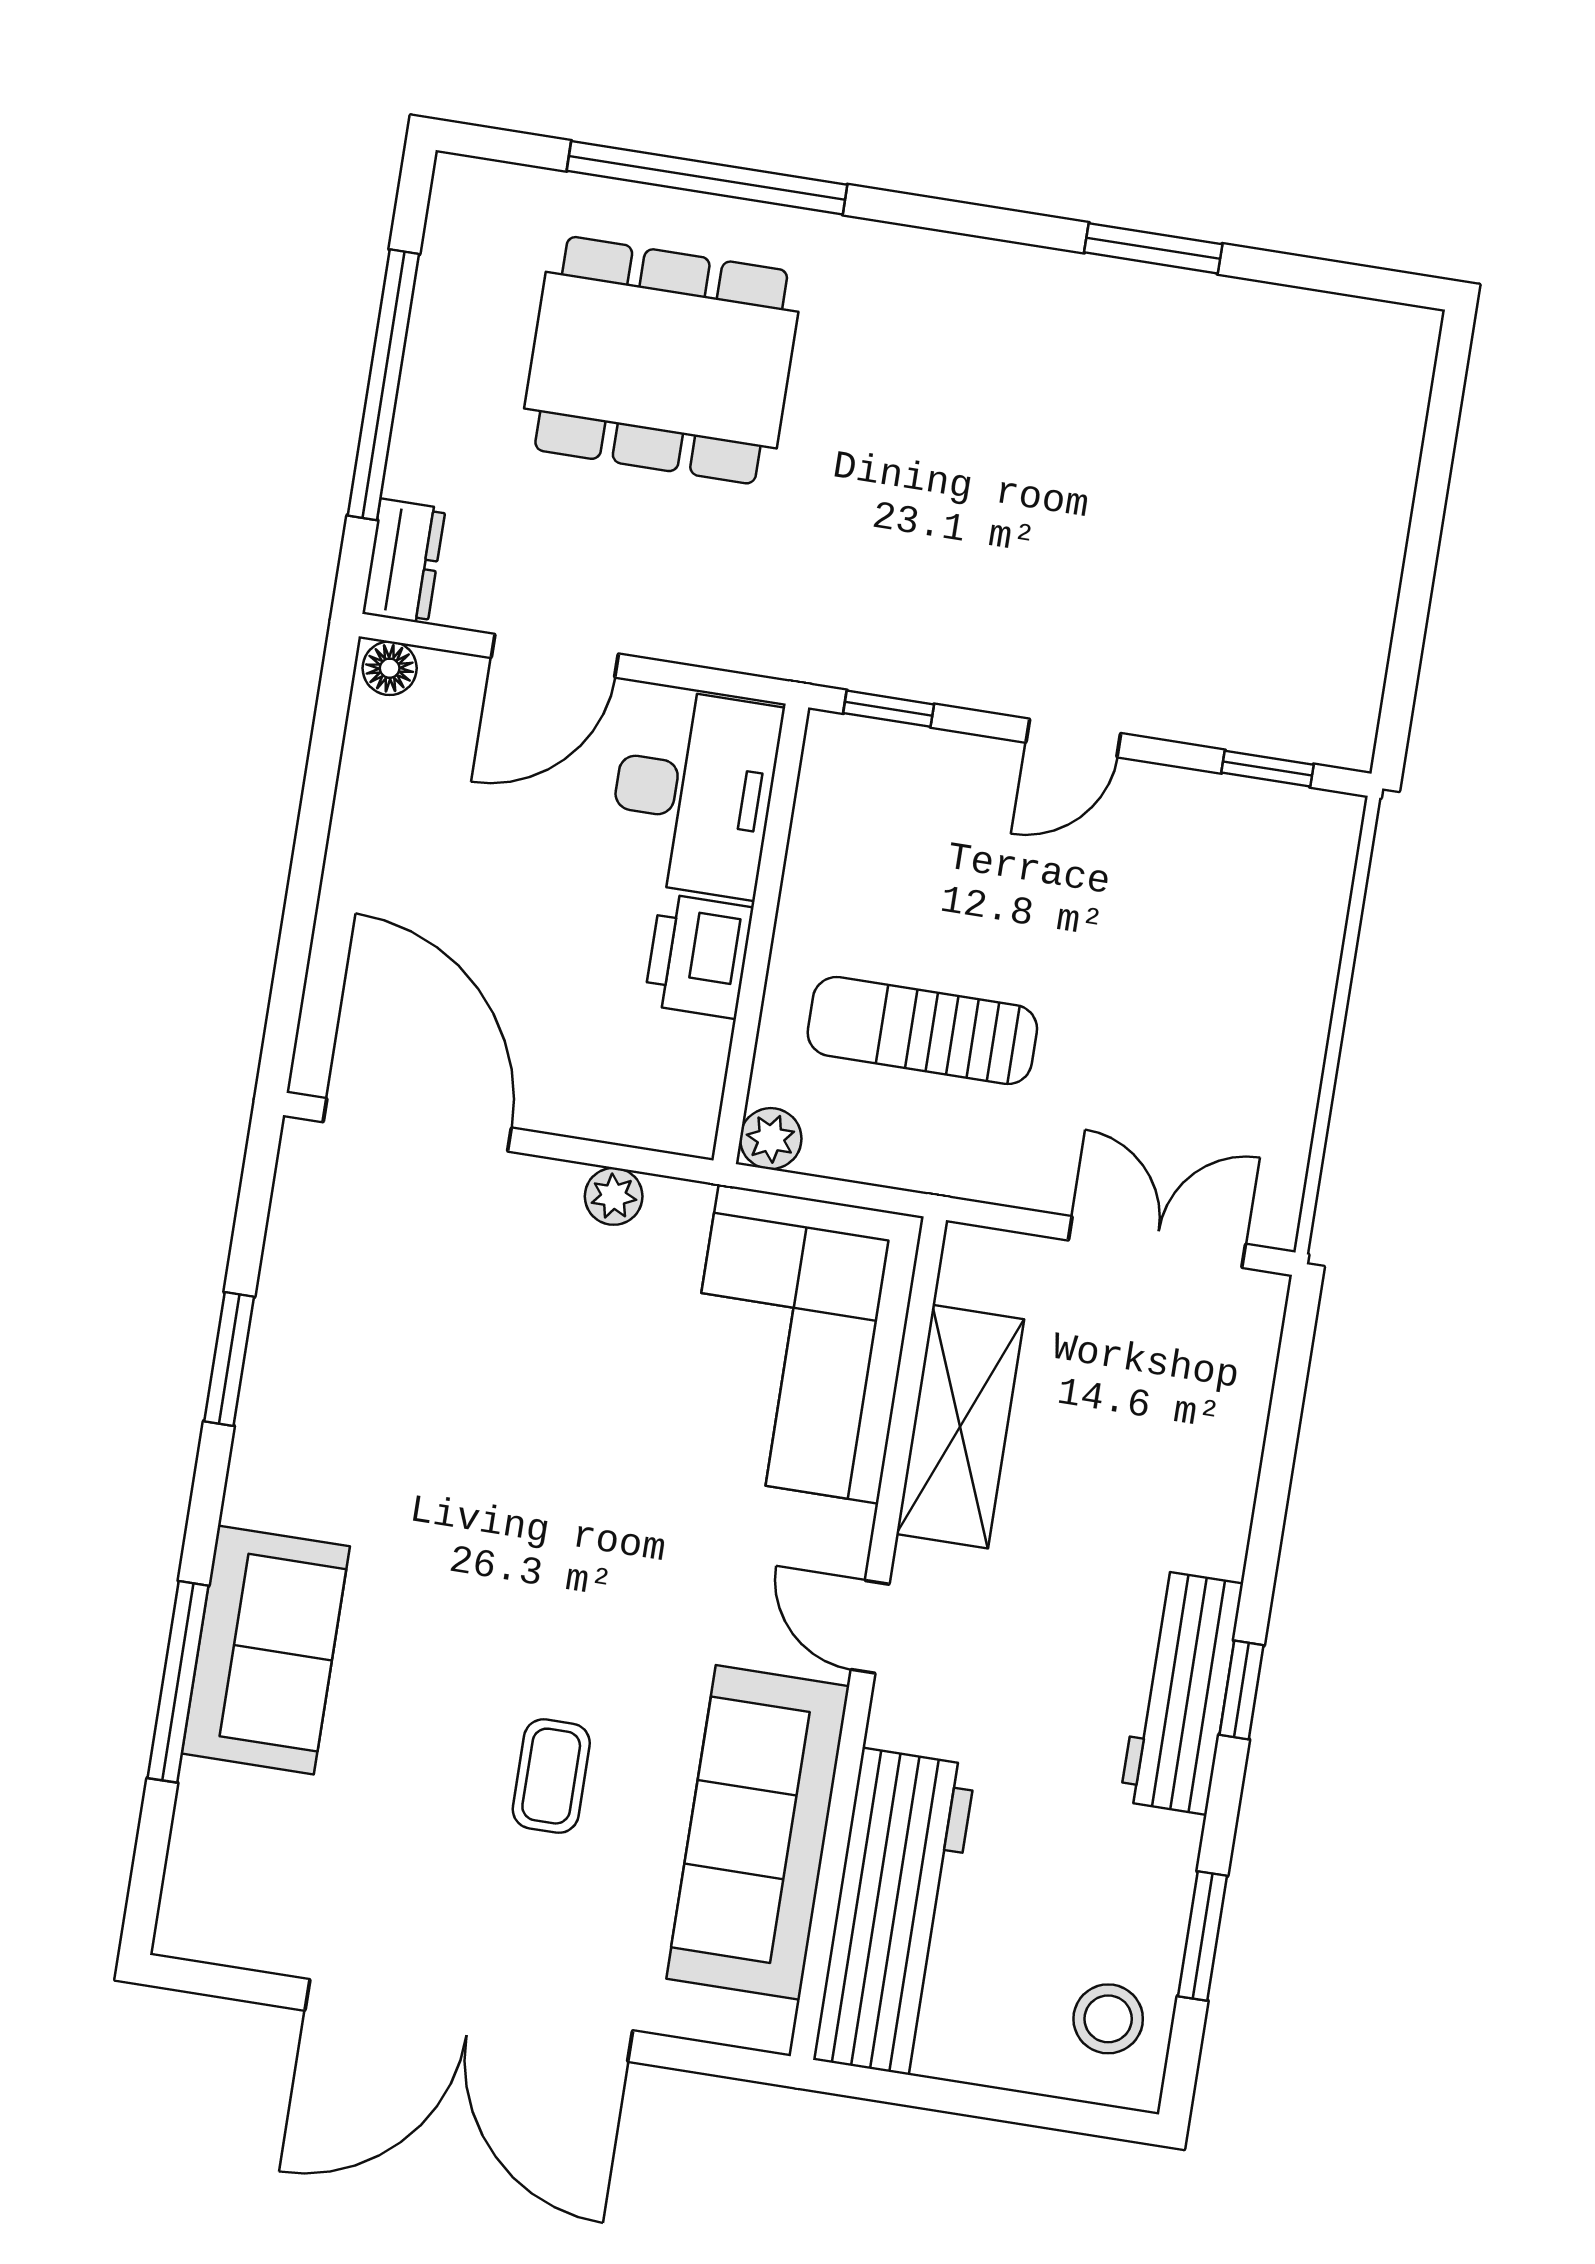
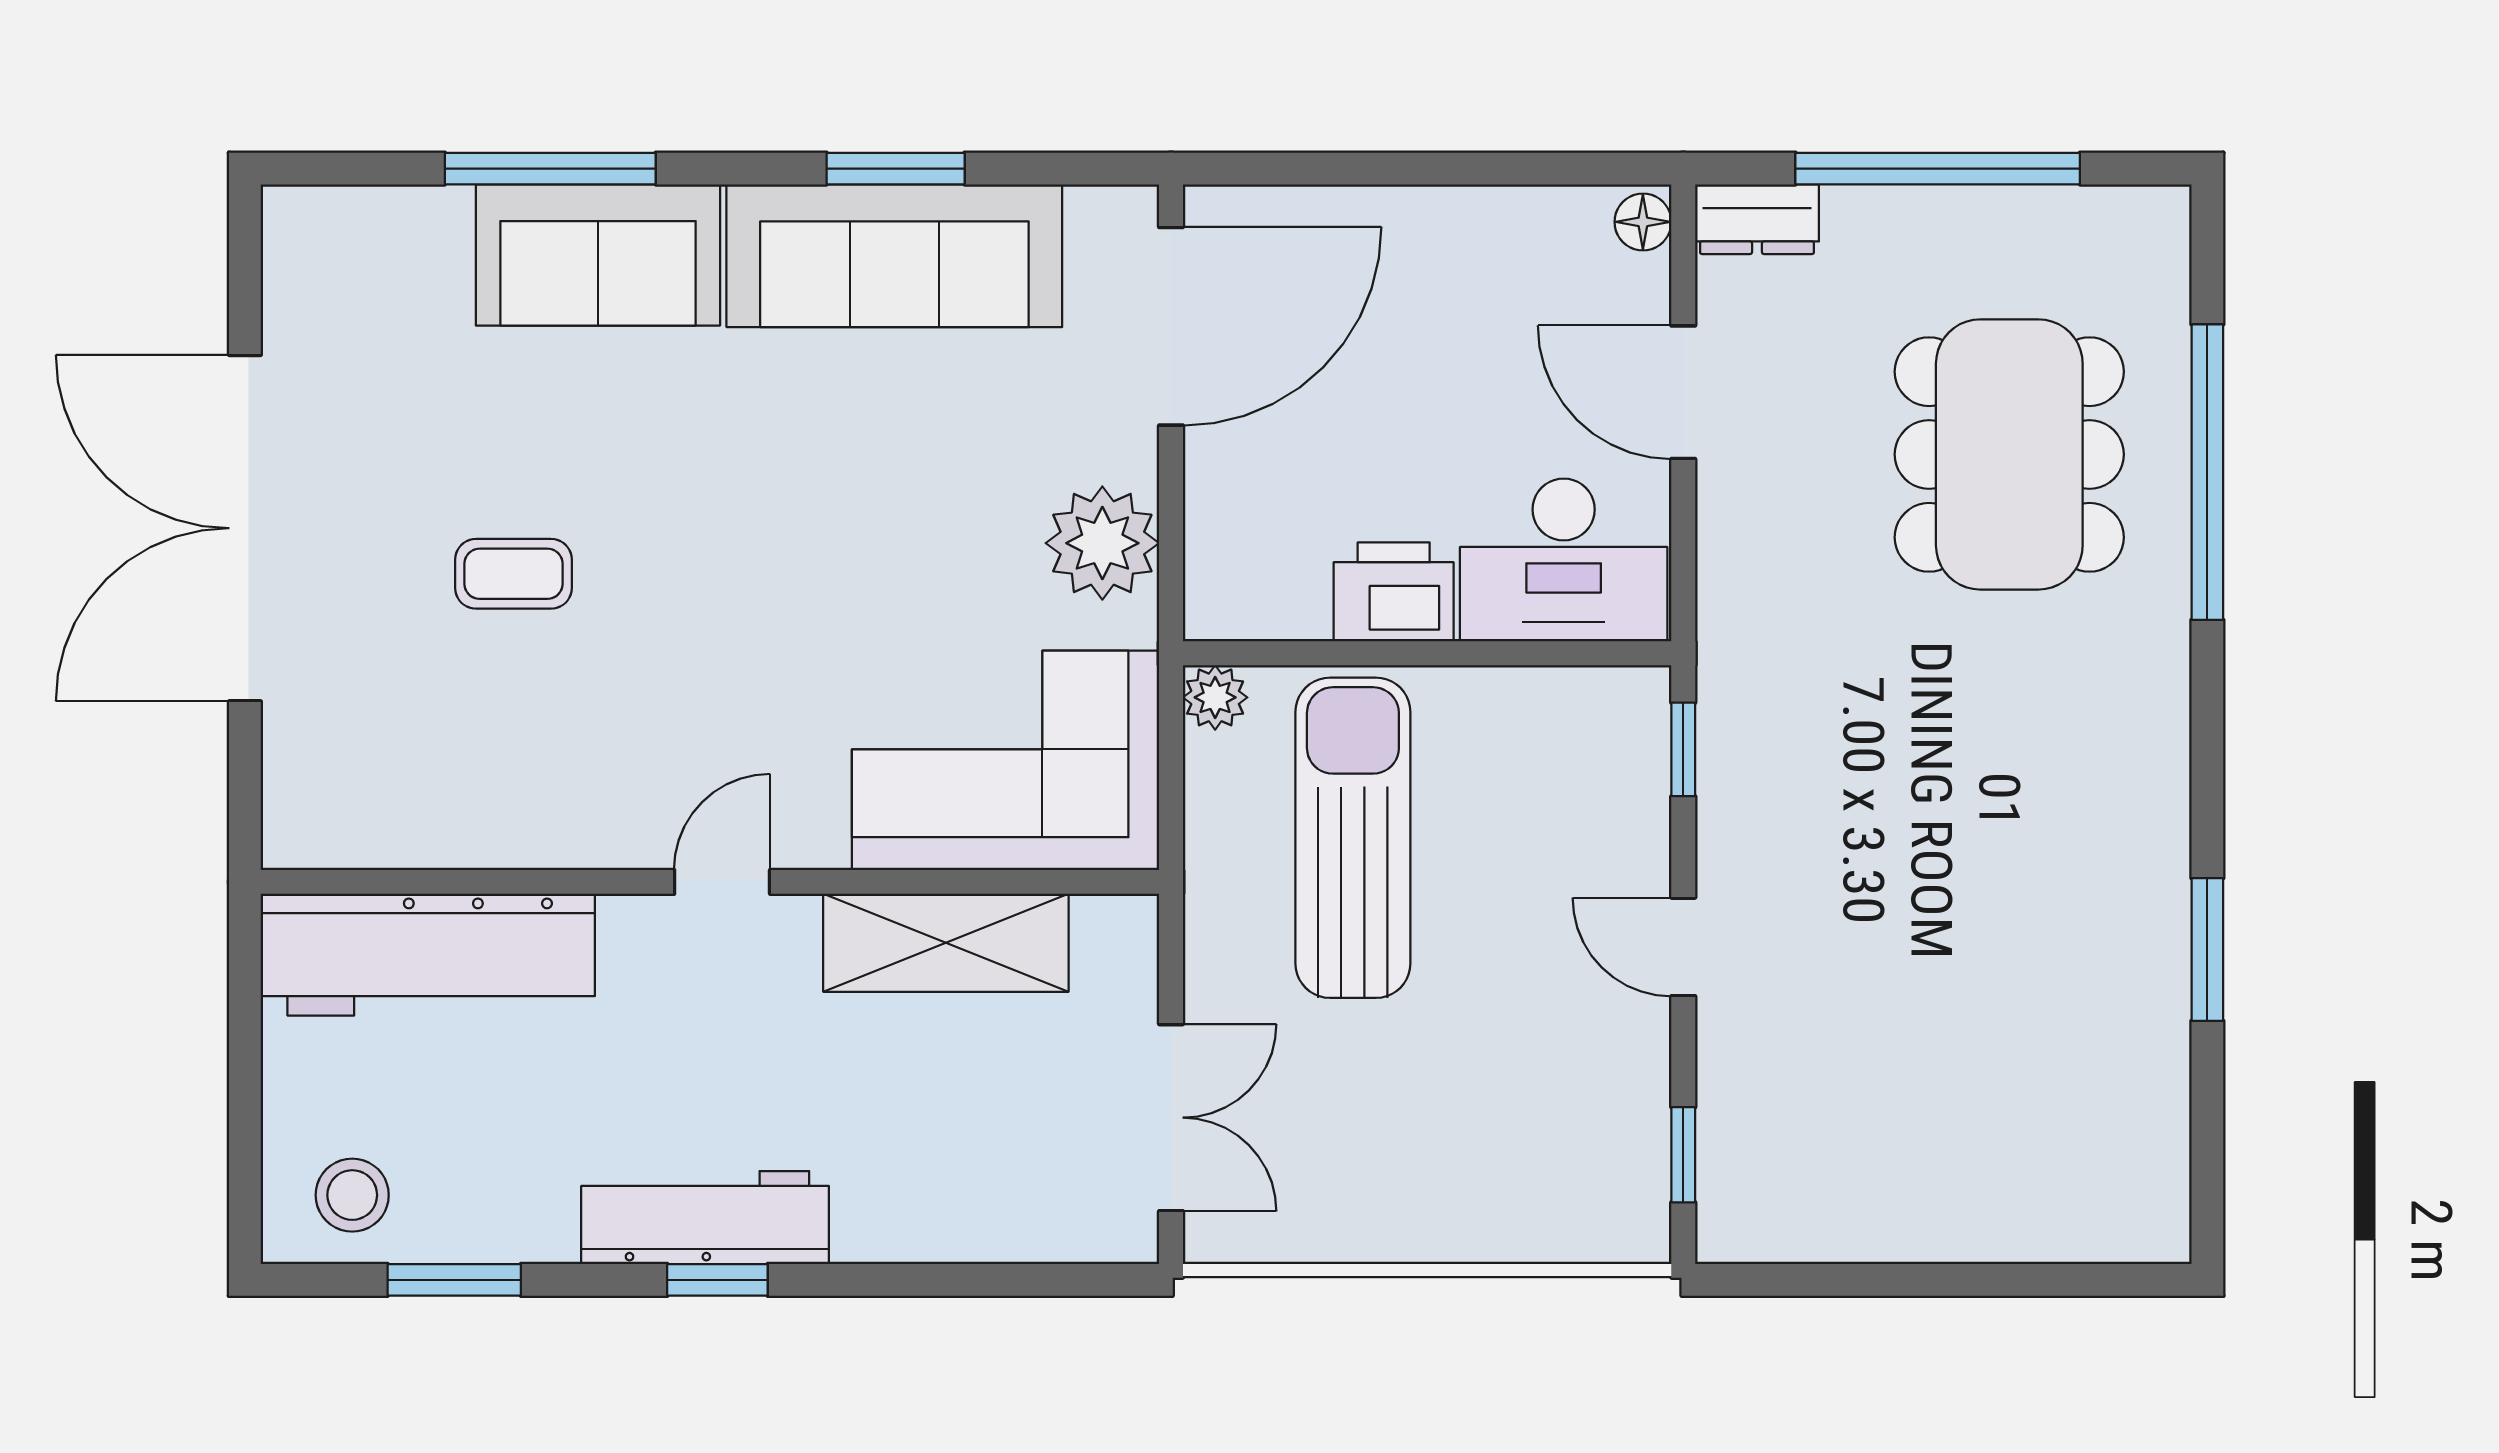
sun lounger: (922, 1031) -> (1353, 838), width x1.36, depth x1.34
plant: (614, 1196) -> (1102, 543), width x1.88, depth x1.88
sofa: (758, 1832) -> (894, 256), moved, turned 180

